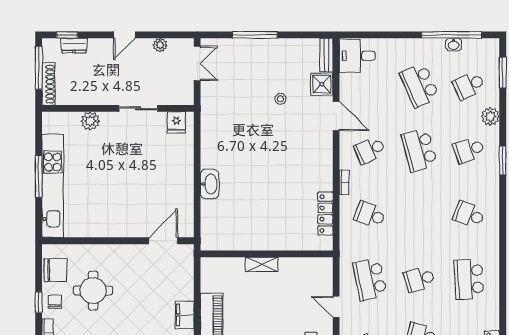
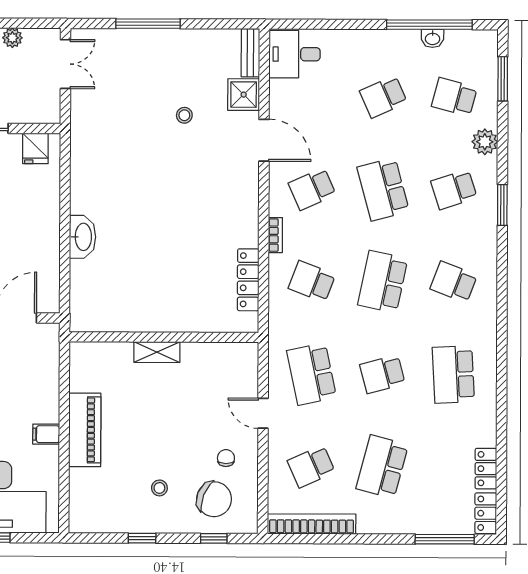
school desk: (419, 85) -> (383, 97), width x0.54
school desk: (469, 85) -> (454, 97), turned 39
school desk: (419, 215) -> (383, 282), added
filing cabinet: (185, 315) -> (46, 434), width x0.50

